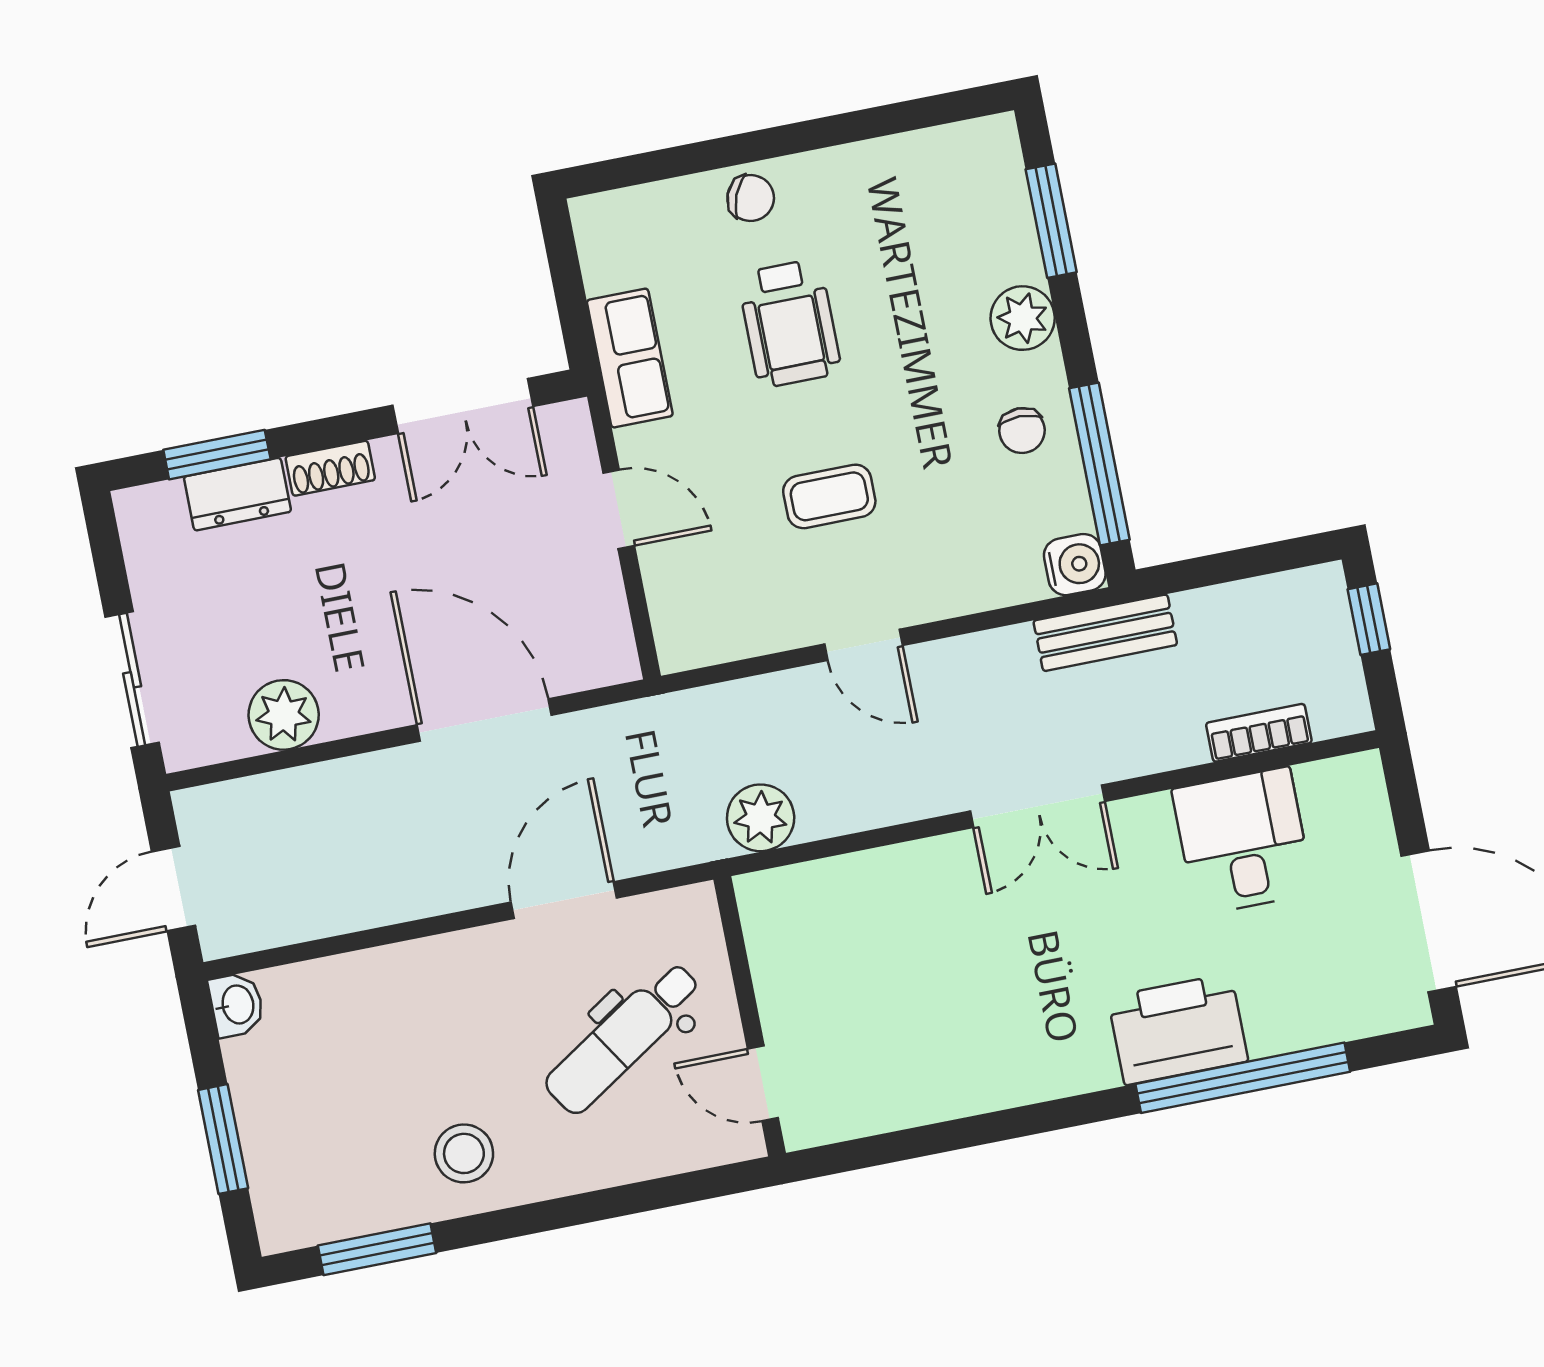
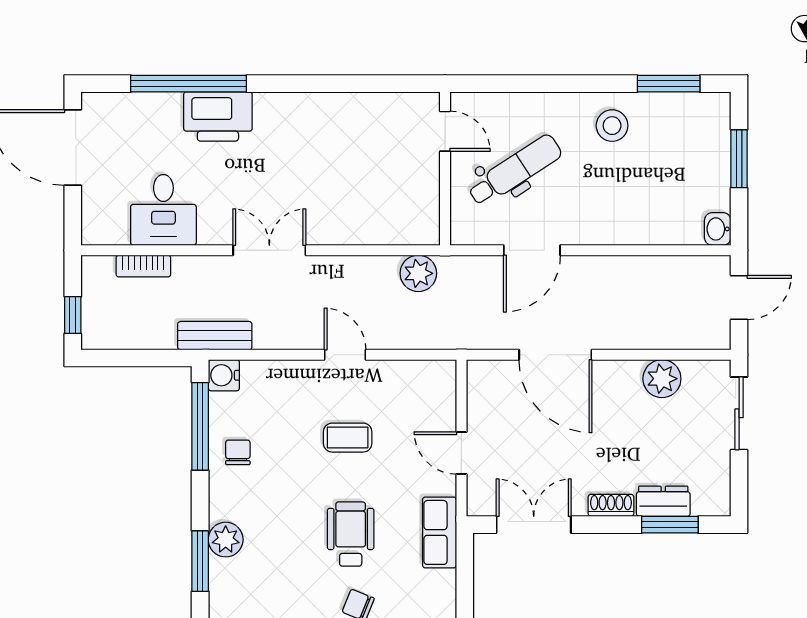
plant: (1023, 318) -> (226, 540), moved

